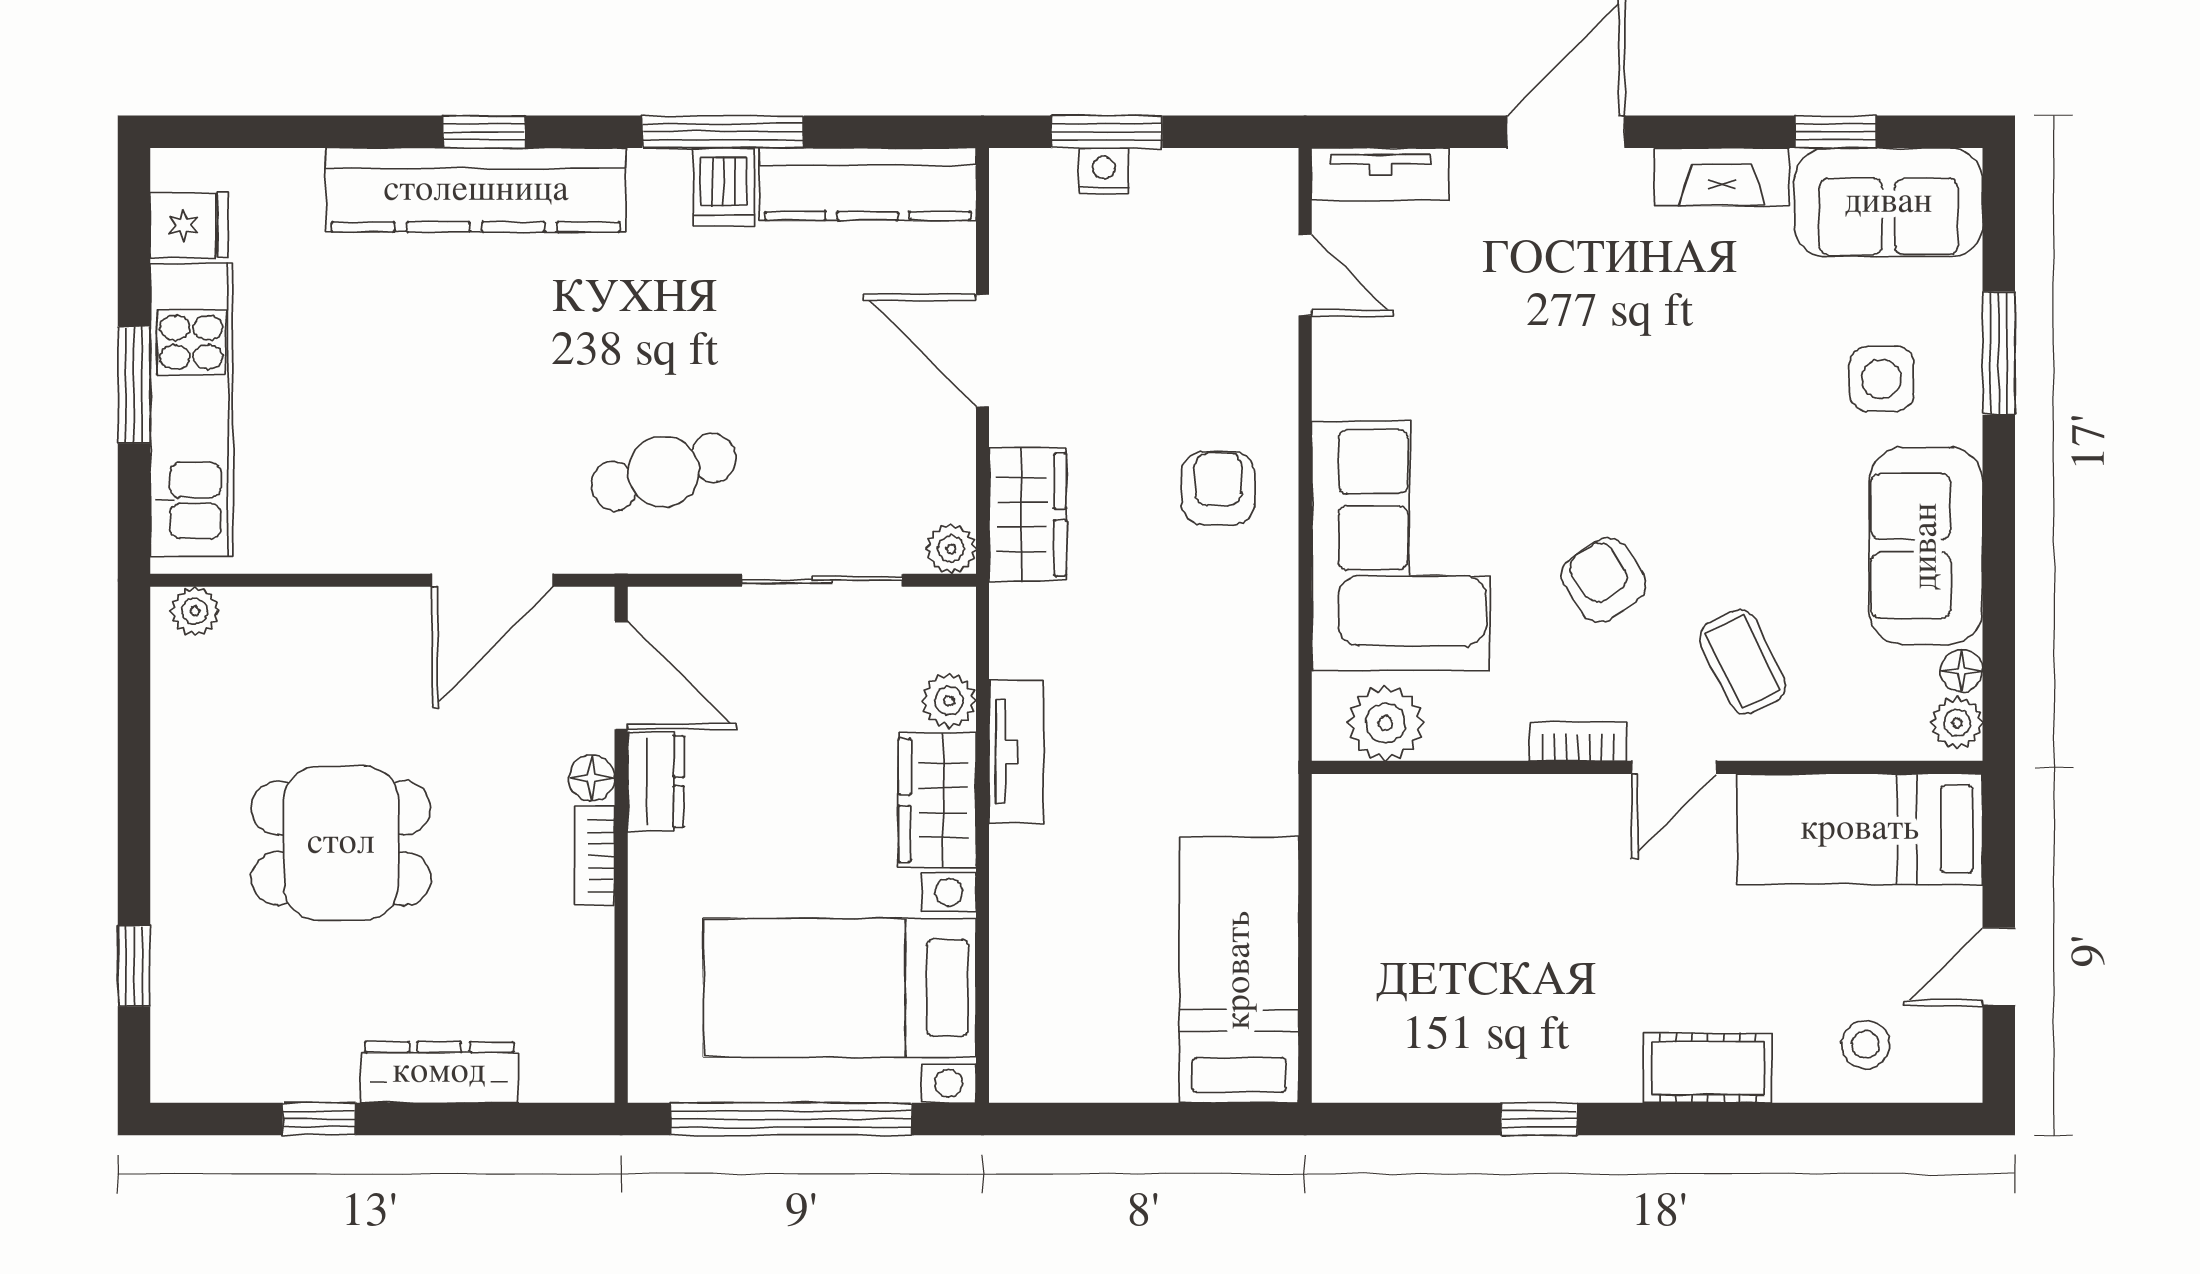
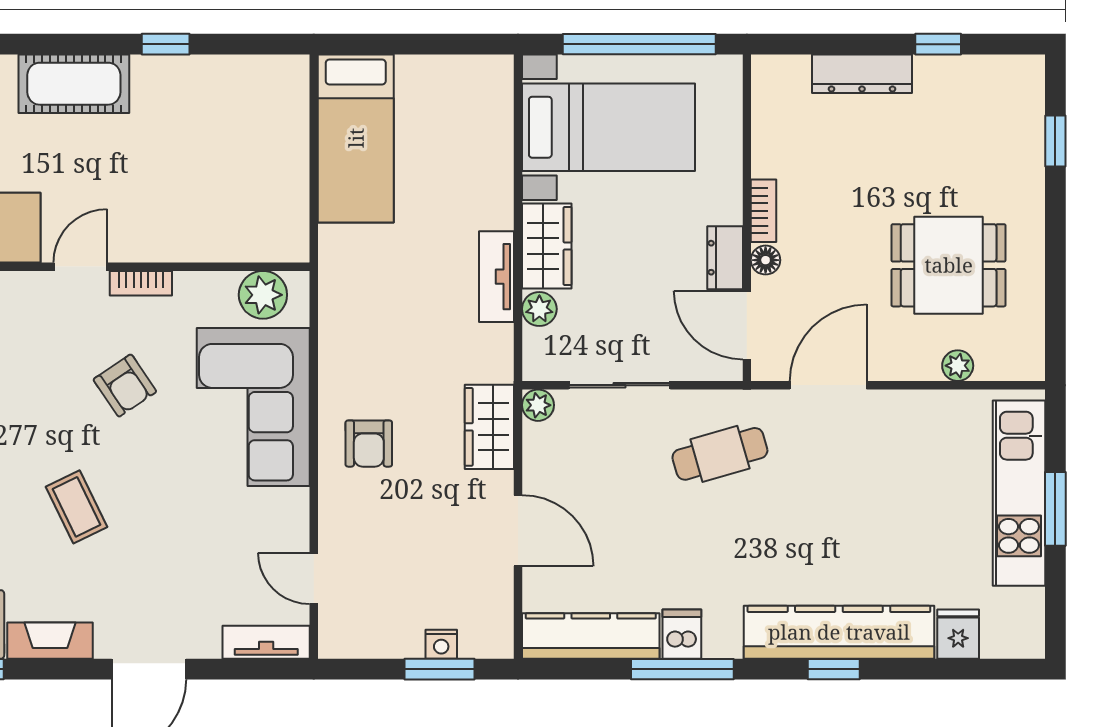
fridge: (189, 225) -> (958, 634), moved, turned 90
plant: (195, 611) -> (958, 366), moved
coffee table: (1743, 662) -> (77, 507), moved
dining table: (341, 843) -> (949, 265), moved
cot: (1708, 1068) -> (74, 84), width x1.37, depth x1.34

